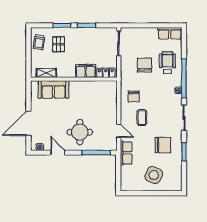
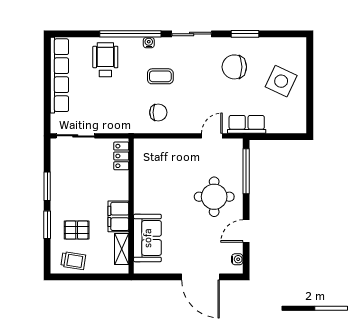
row of seats: (170, 33) -> (59, 75), width x2.02
wheelchair: (167, 63) -> (105, 60), turned 90
chair: (145, 65) -> (109, 96), removed
filing cabinet: (86, 71) -> (118, 216), moved
coffee table: (142, 118) -> (160, 76), moved
chair: (163, 145) -> (234, 67), turned -90

